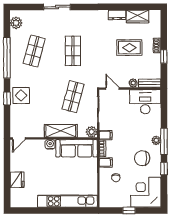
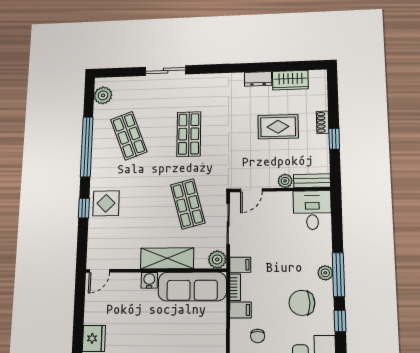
shop shelf: (34, 51) -> (129, 136), turned -36
door: (112, 89) -> (251, 190), swing flipped
shop shelf: (73, 97) -> (188, 204), turned -30
desk: (145, 102) -> (312, 210), width x0.73

